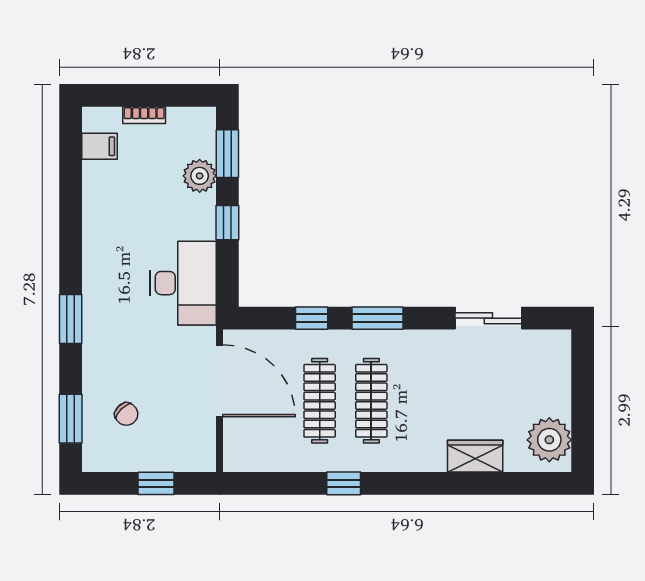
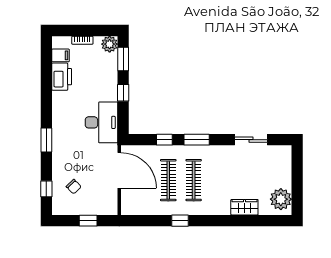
plant: (200, 176) -> (110, 44), moved
printer: (102, 190) -> (62, 77), added
window: (71, 419) -> (46, 189), width x0.67

